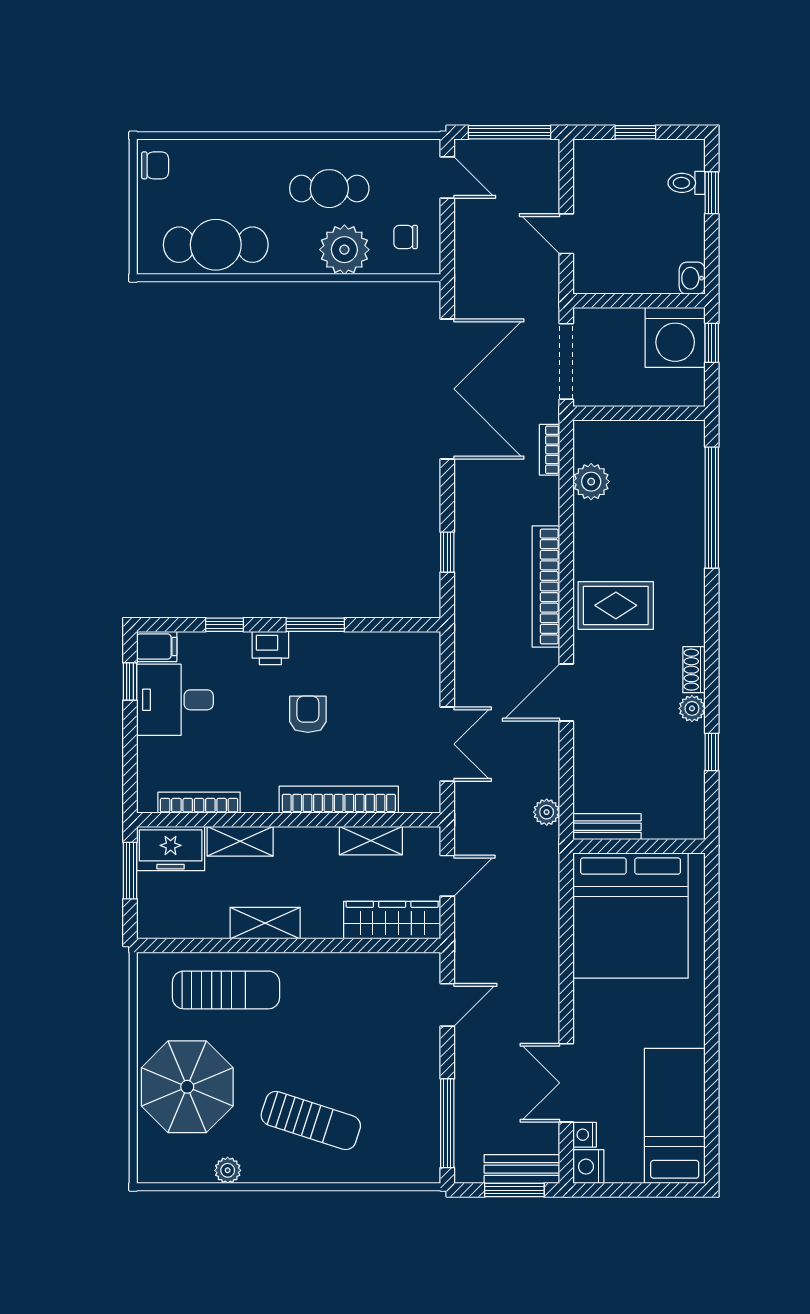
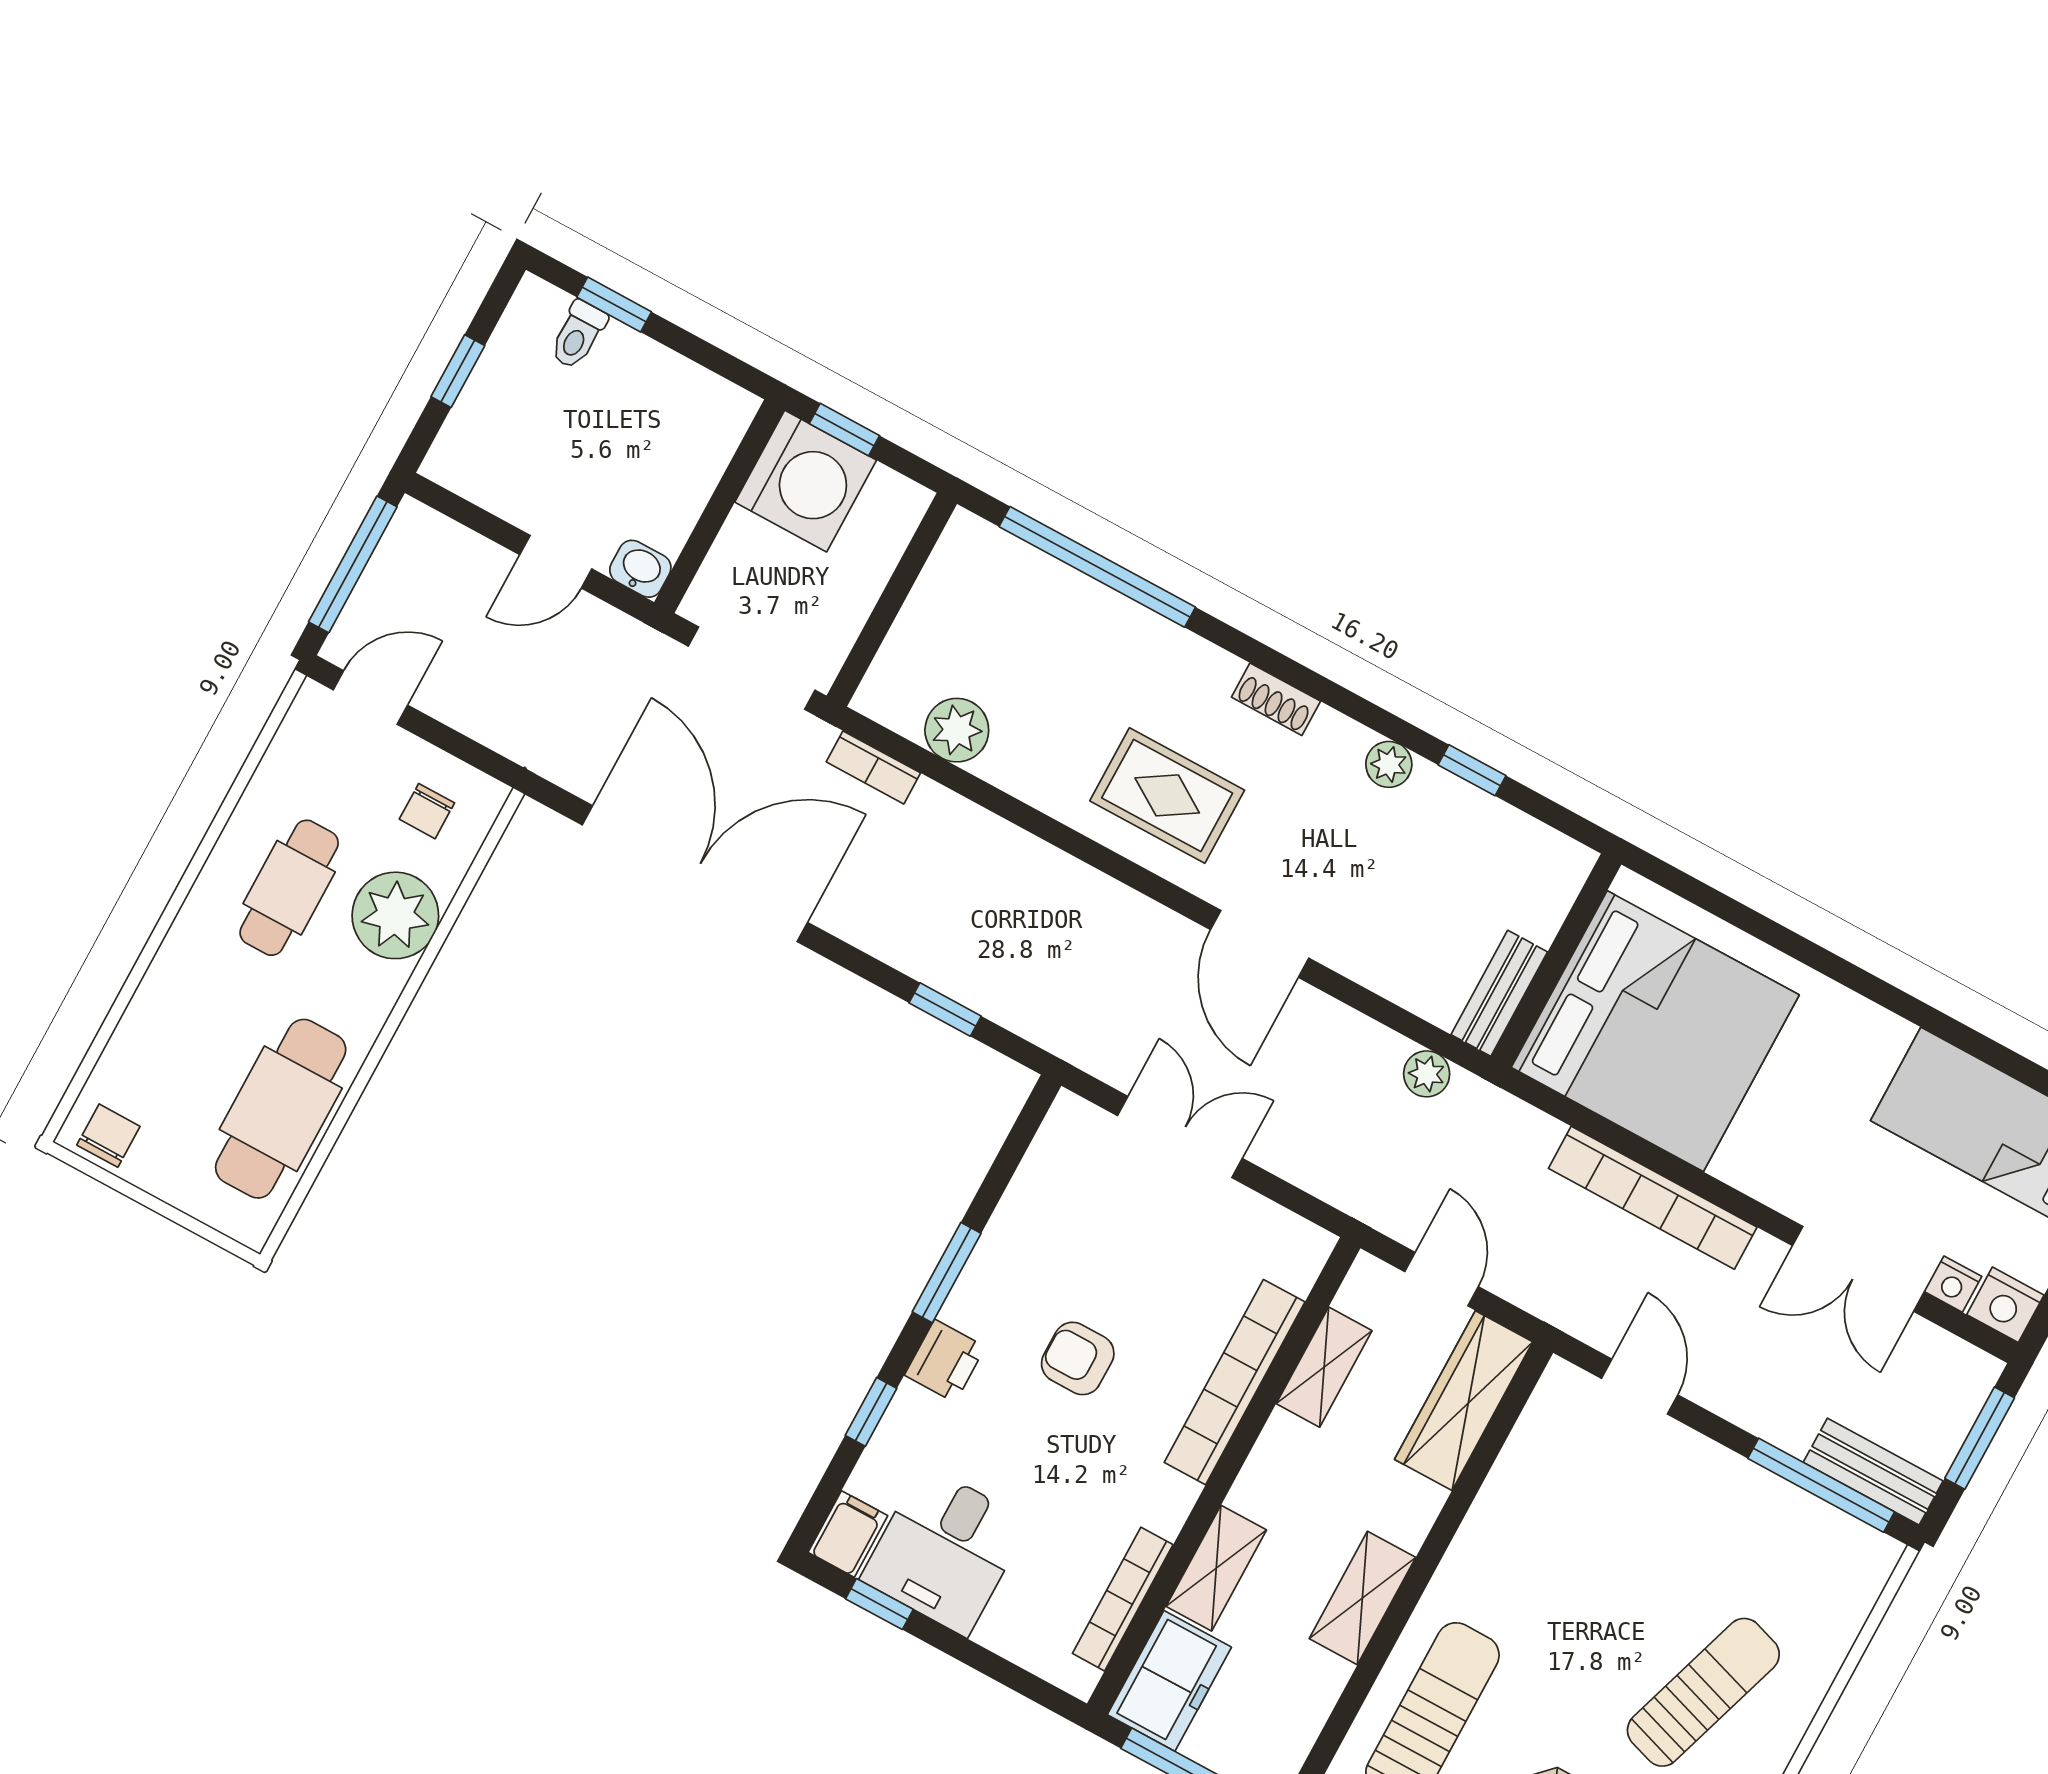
washbasin: (692, 278) -> (640, 569), moved, turned 180
bookcase: (546, 587) -> (1653, 1198), moved
rug: (616, 605) -> (1167, 795), turned 90
shoe rack: (694, 670) -> (1276, 699), moved
double door: (447, 744) -> (1180, 1137), moved
bench: (522, 1169) -> (1873, 1472), moved, turned 90

